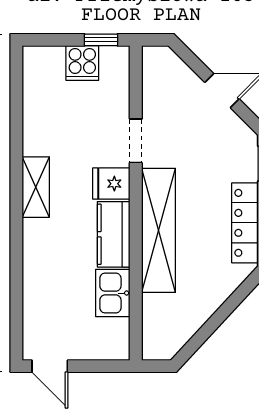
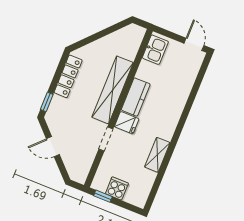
shelving: (36, 187) -> (157, 155), moved
kitchen sink: (113, 293) -> (155, 50), moved

